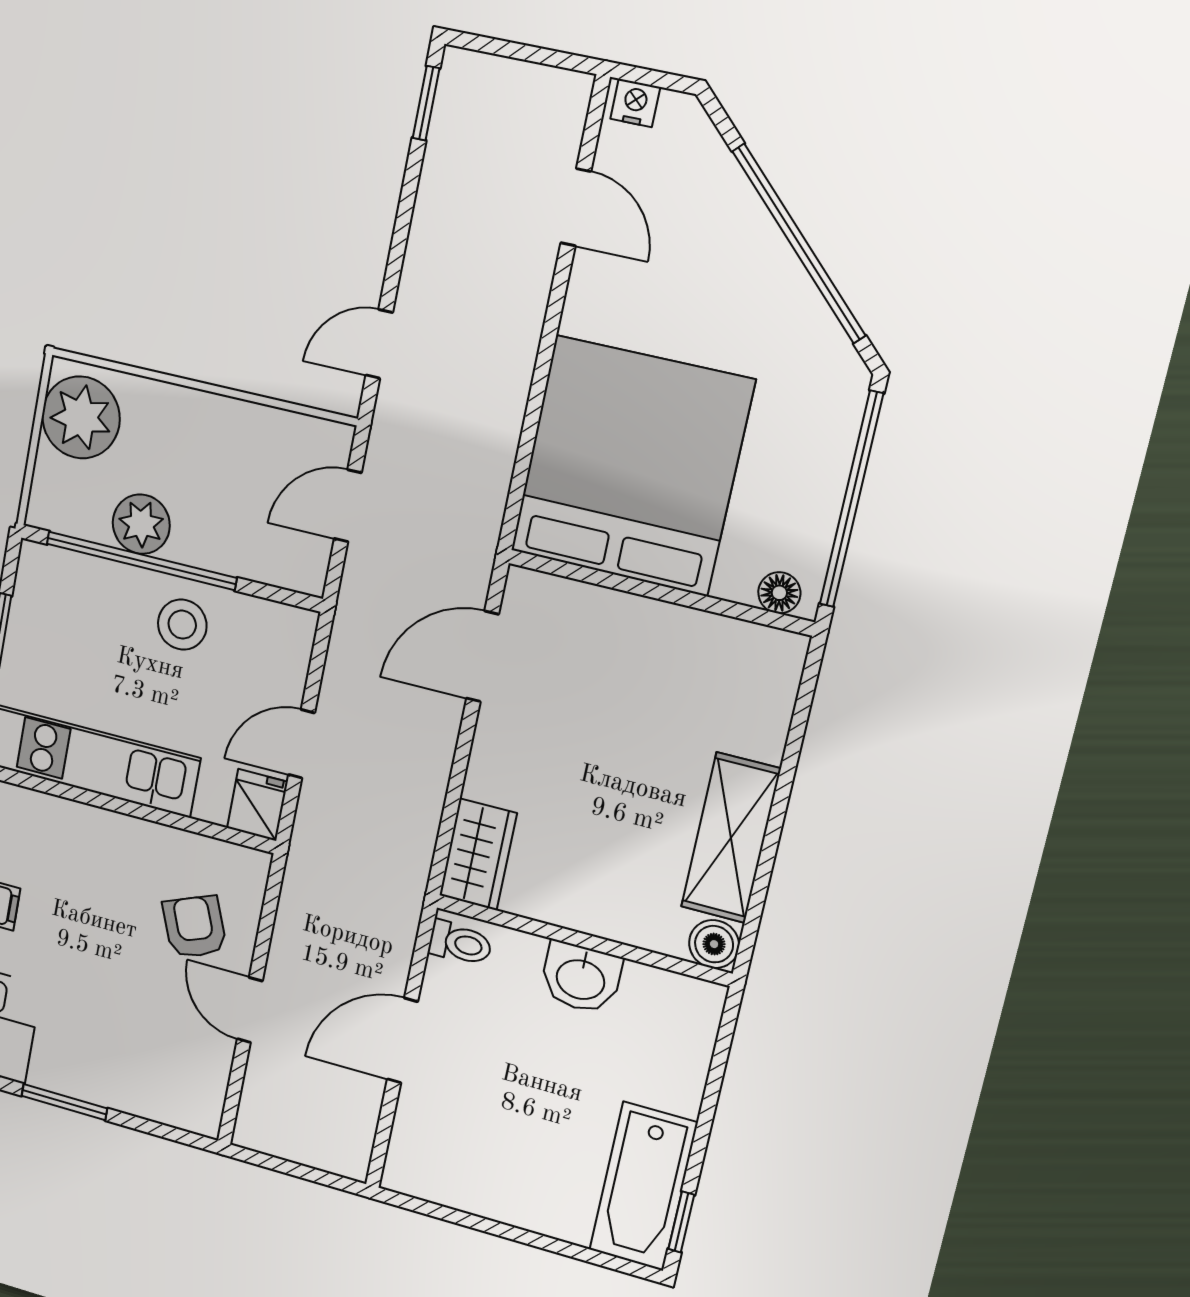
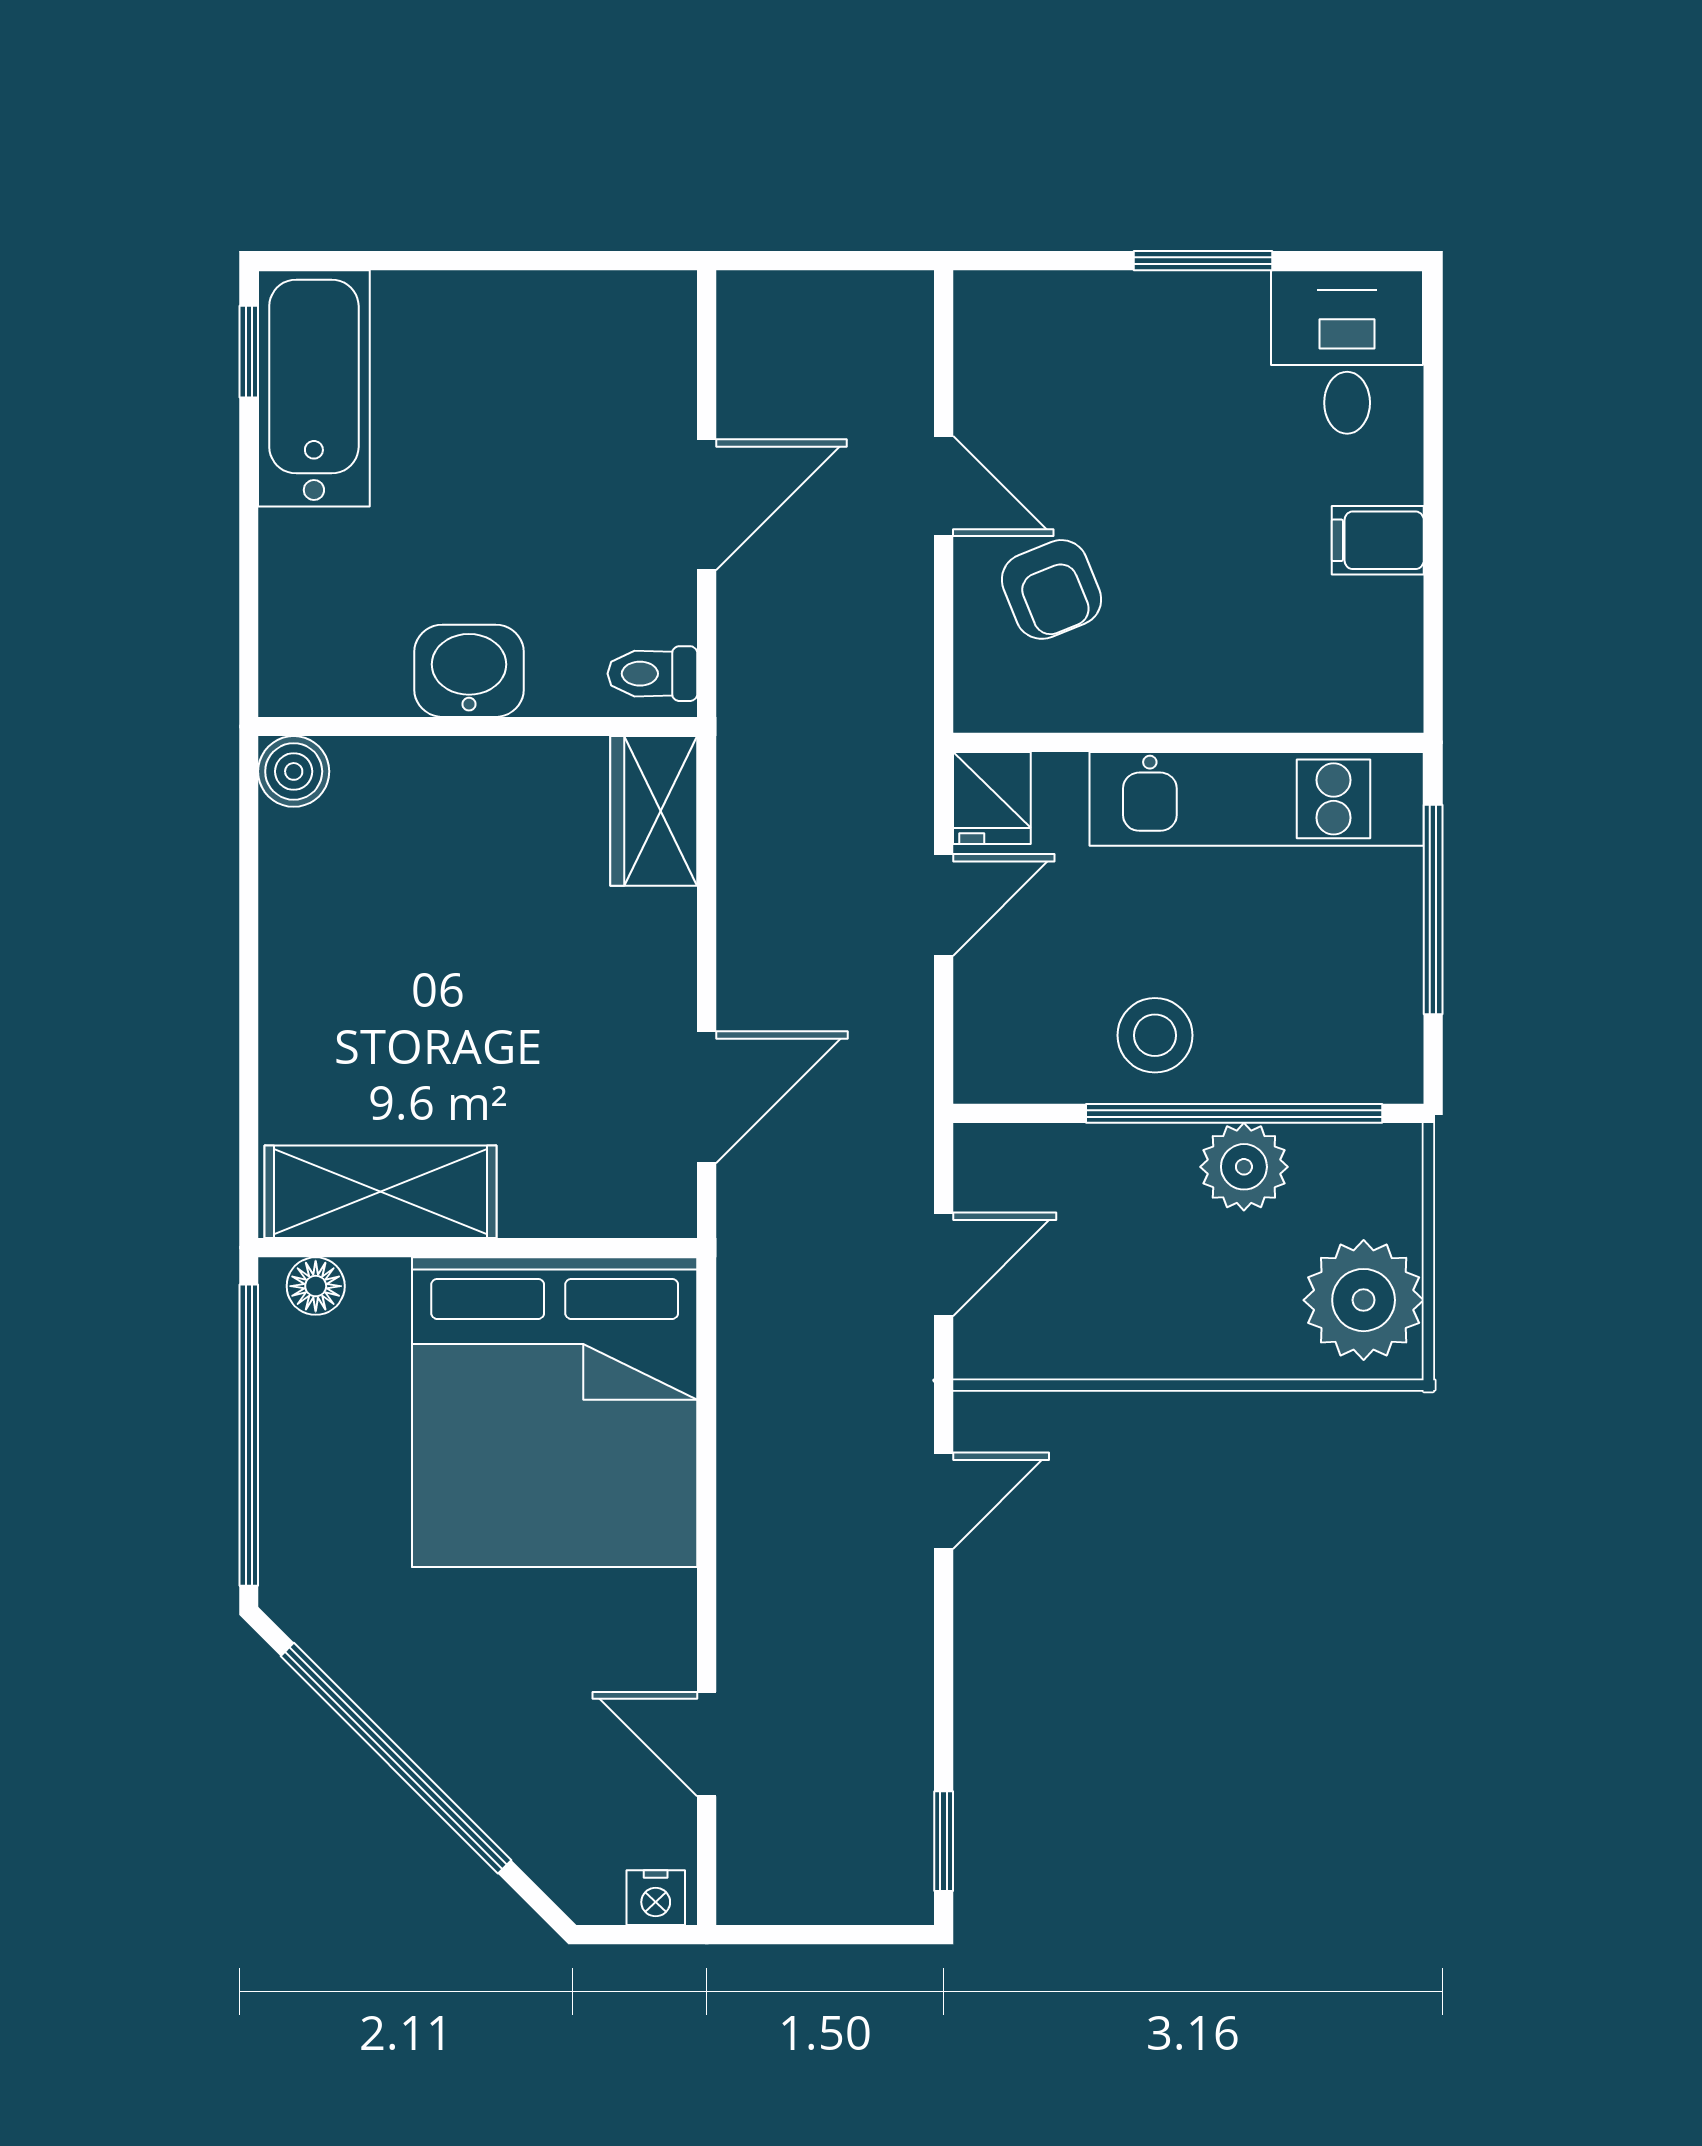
shelving: (731, 838) -> (381, 1192), moved, turned 90

